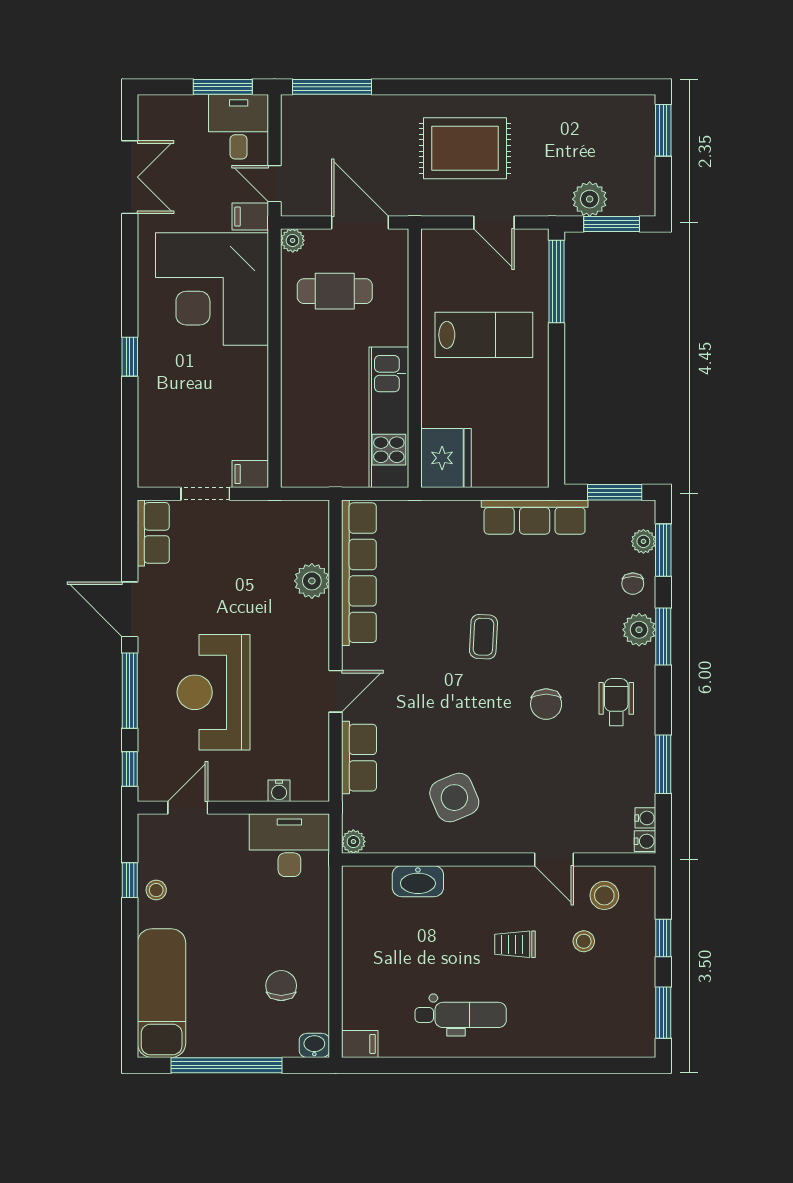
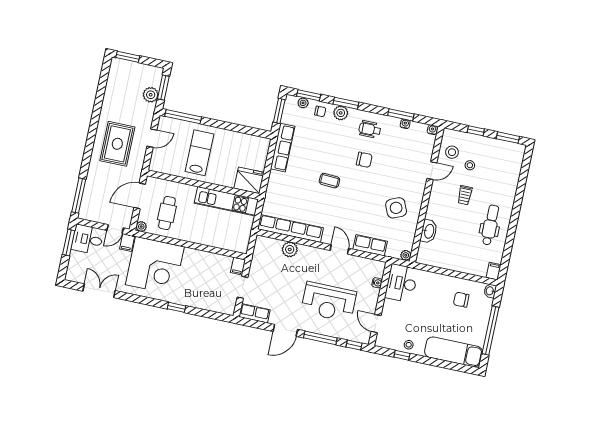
water cooler: (645, 818) -> (405, 124), moved

